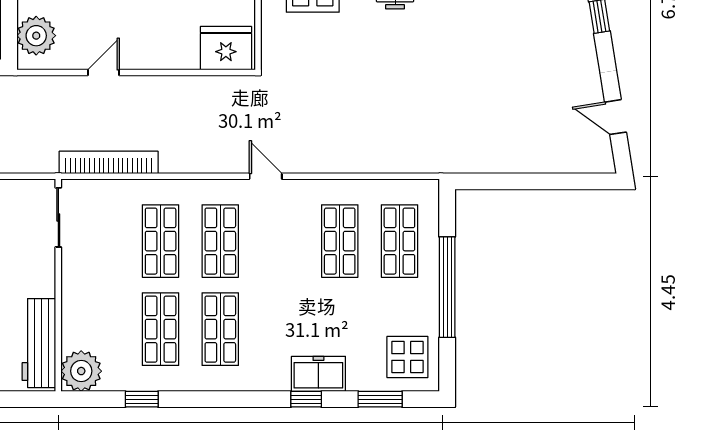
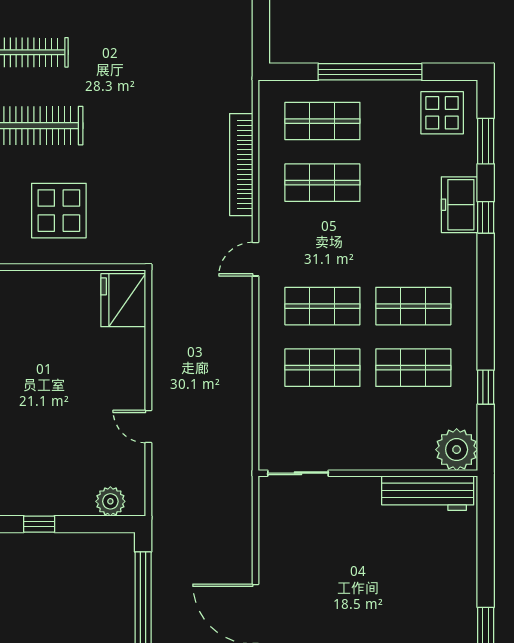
plant: (36, 36) -> (110, 501), width x0.73, depth x0.73
bookcase: (109, 162) -> (241, 165), moved

